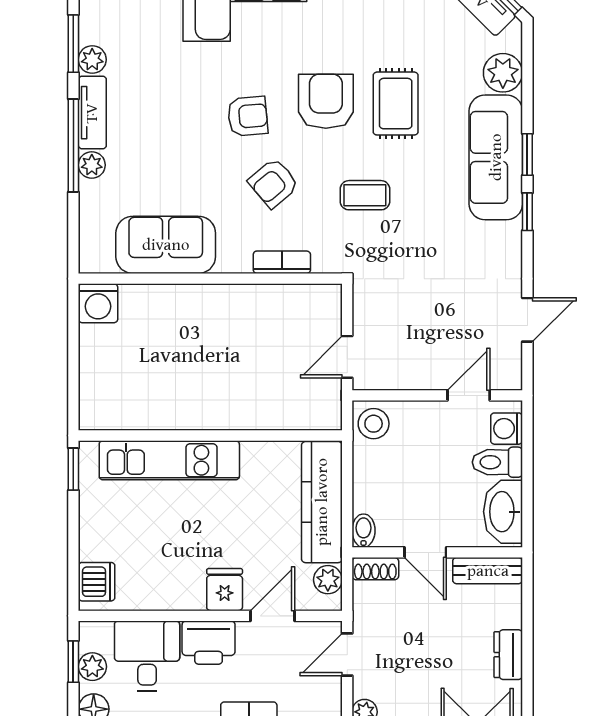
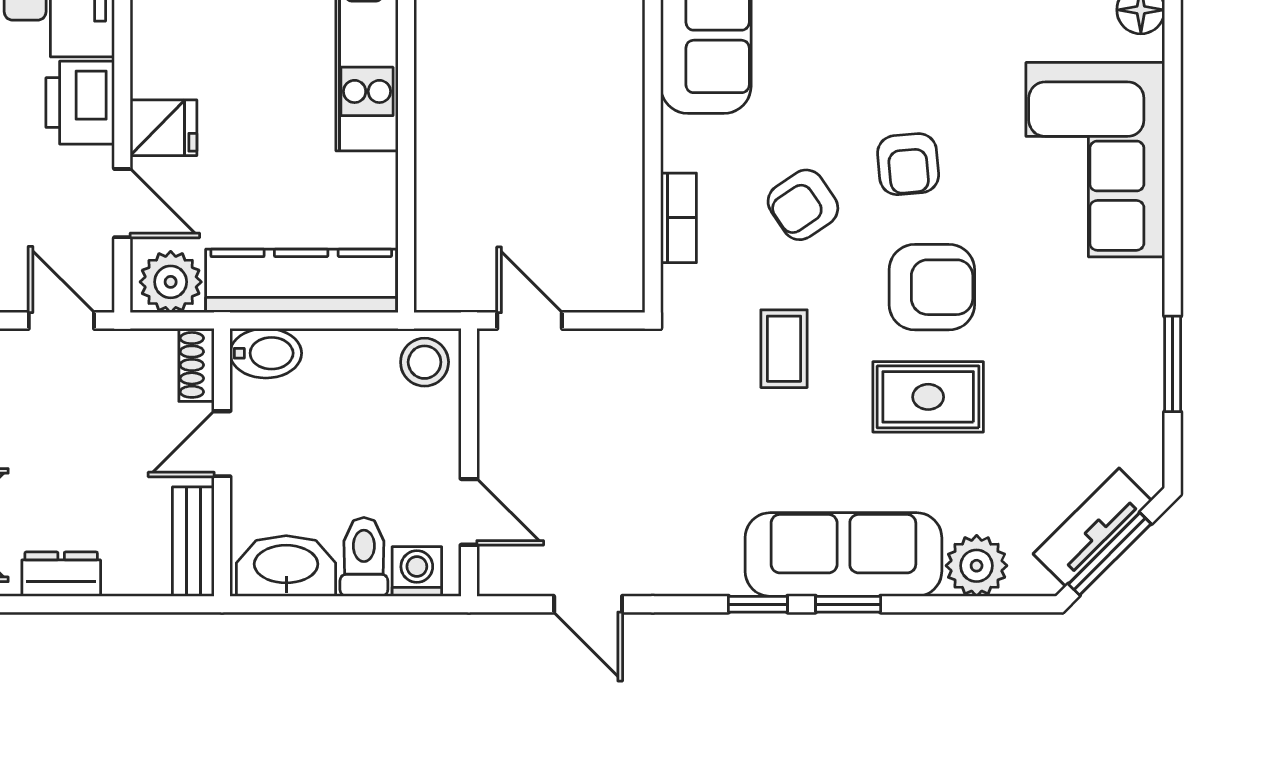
armchair: (274, 183) -> (803, 205), turned -84
bidet: (364, 531) -> (266, 353), width x1.38, depth x1.36
plant: (328, 580) -> (171, 282), width x1.38, depth x1.38

